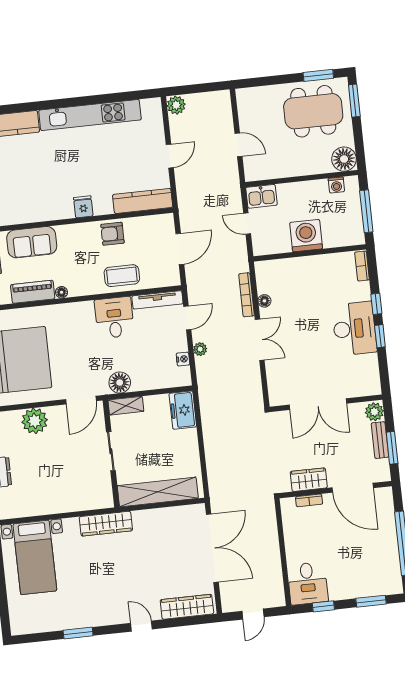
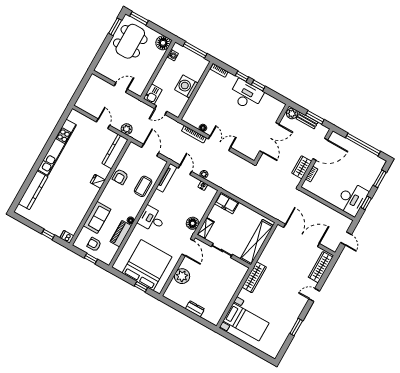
plant: (176, 105) -> (127, 129), moved
desk: (114, 318) -> (152, 219), moved
desk: (308, 583) -> (352, 199), width x1.37

